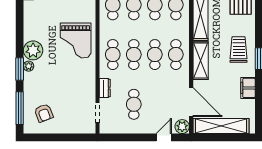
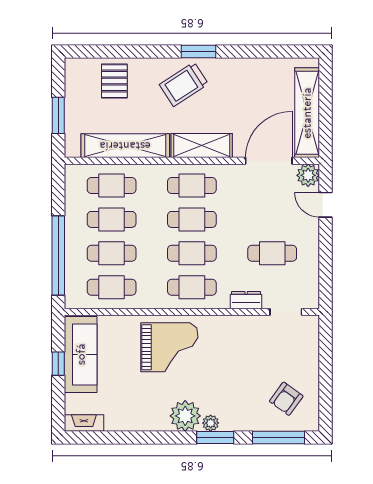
trolley: (239, 50) -> (184, 84), turned -33
filing cabinet: (248, 88) -> (246, 69), removed
armchair: (44, 113) -> (286, 399), turned 147

